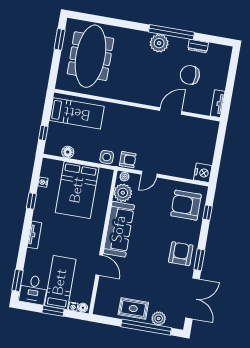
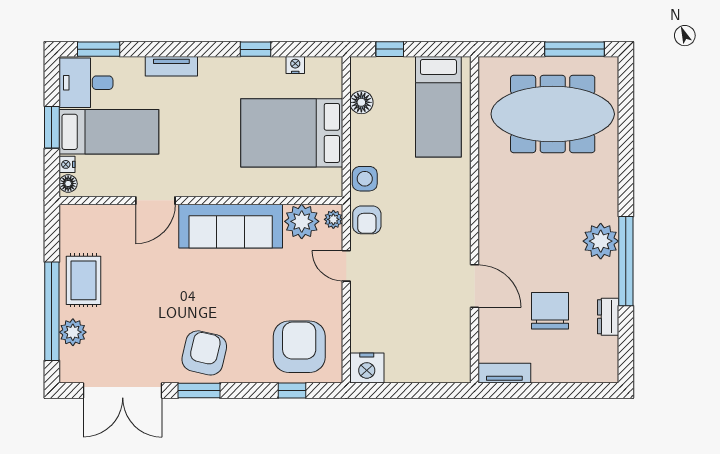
window: (60, 39) -> (574, 49), width x1.44
tv unit: (34, 235) -> (171, 66), moved
armchair: (181, 254) -> (204, 353), turned -77

